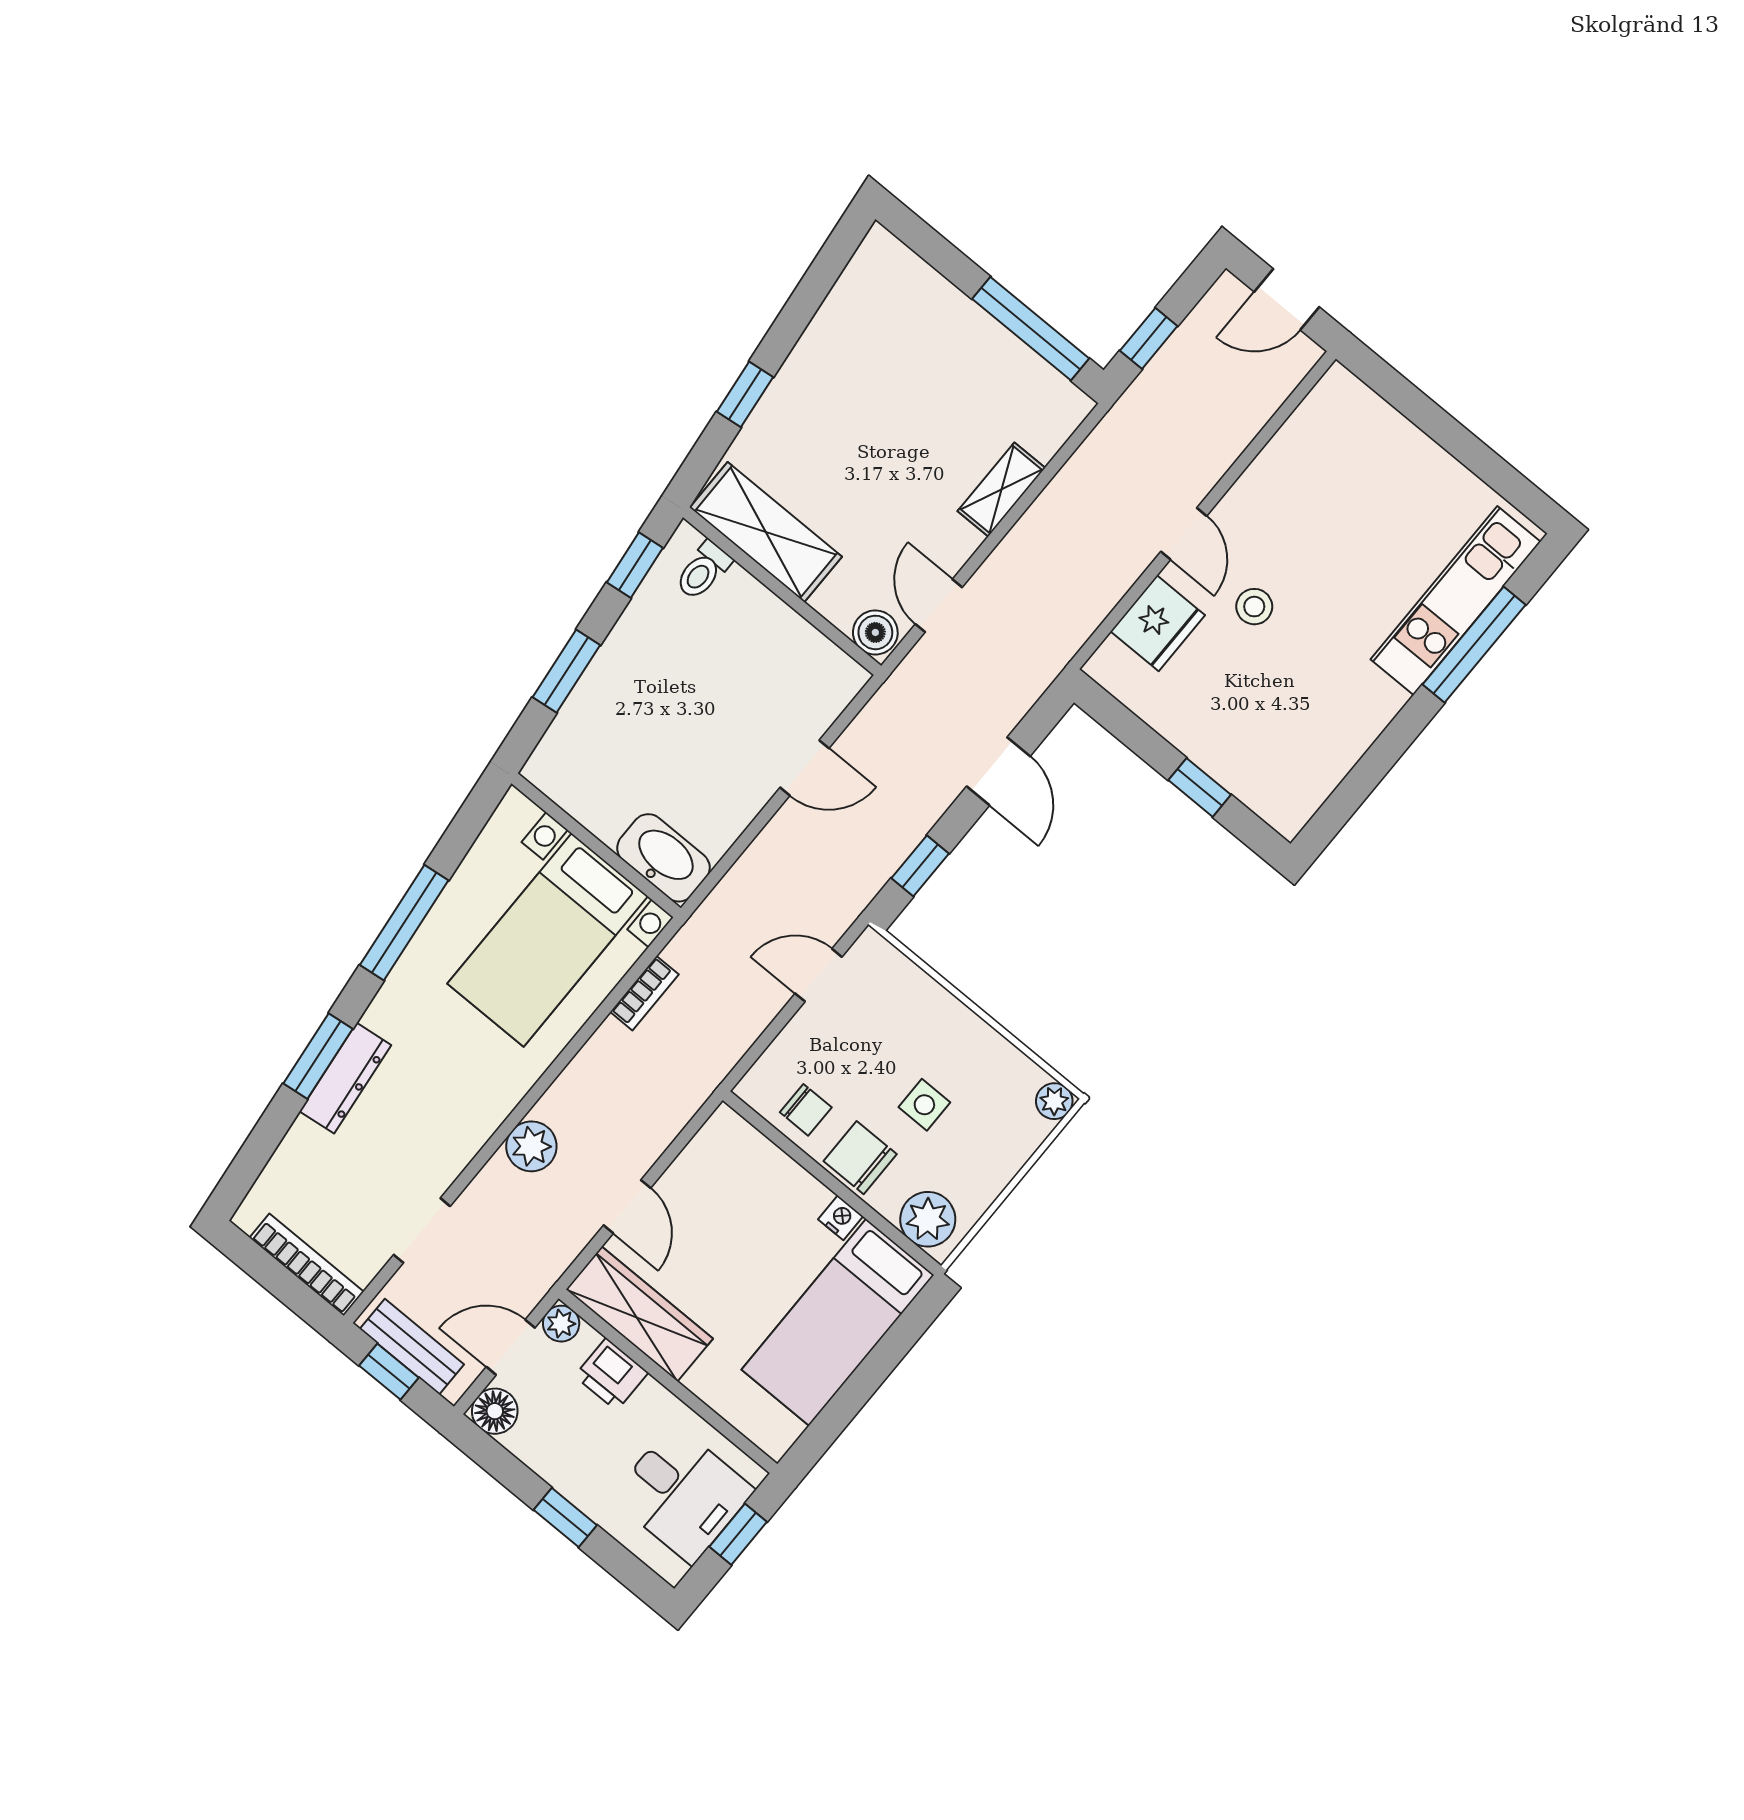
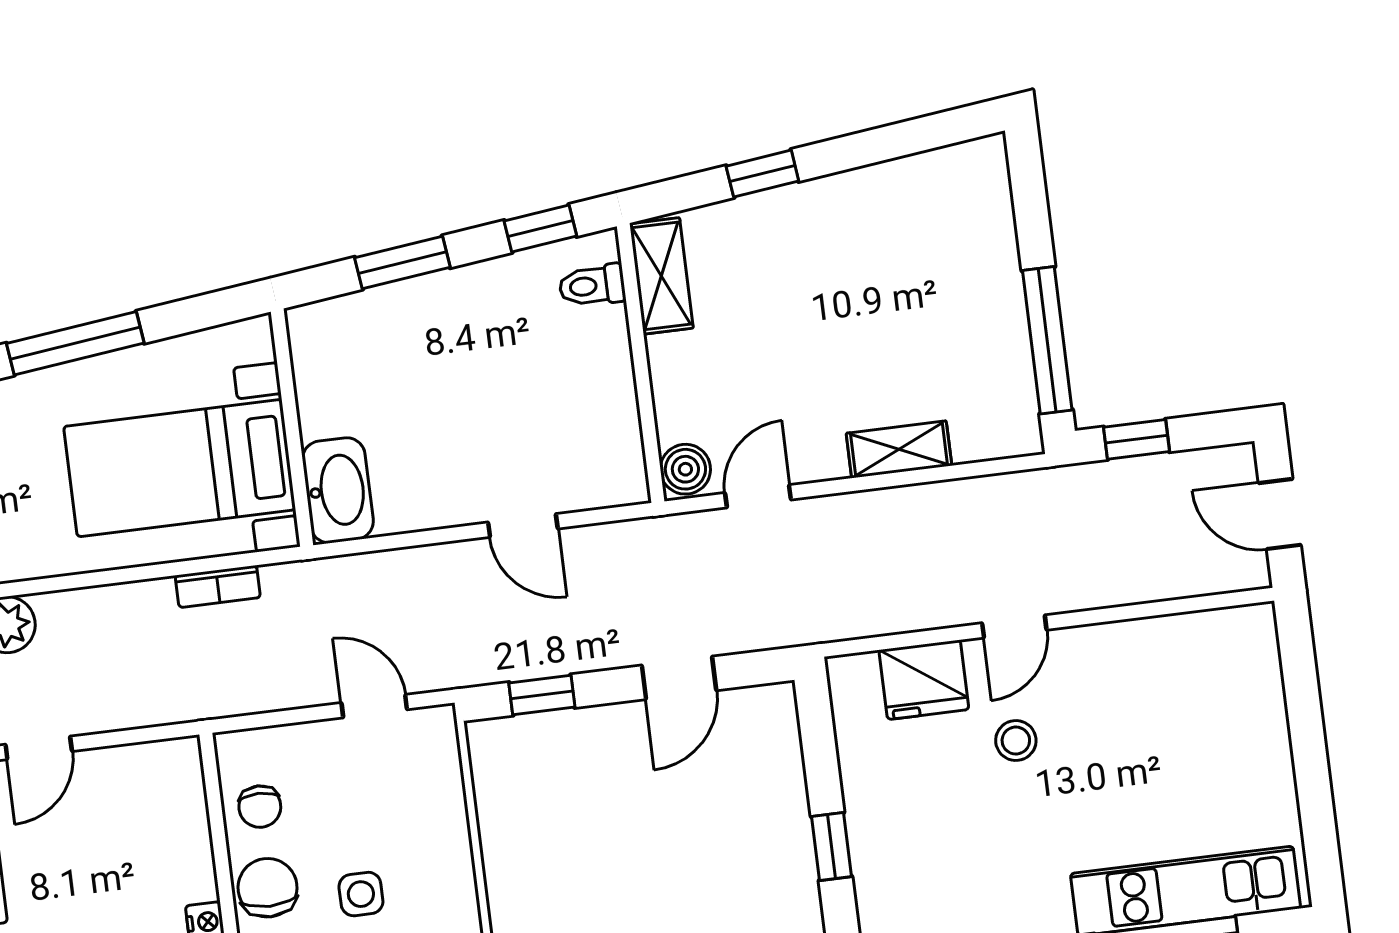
shelving: (766, 532) -> (661, 276), width x0.67, depth x0.75

